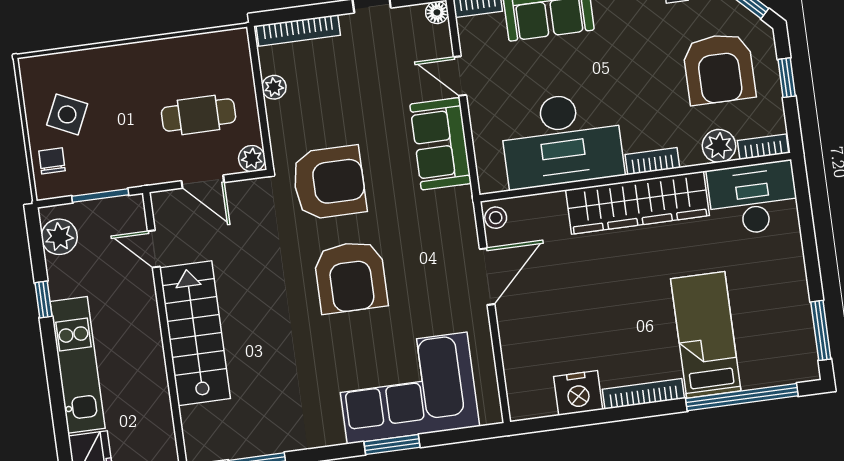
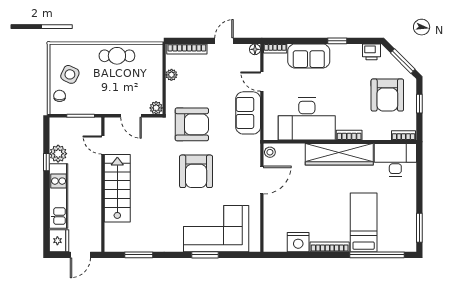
cafe table: (199, 115) -> (117, 56), moved
plant: (719, 146) -> (382, 132), removed
plant: (59, 237) -> (58, 154), moved

